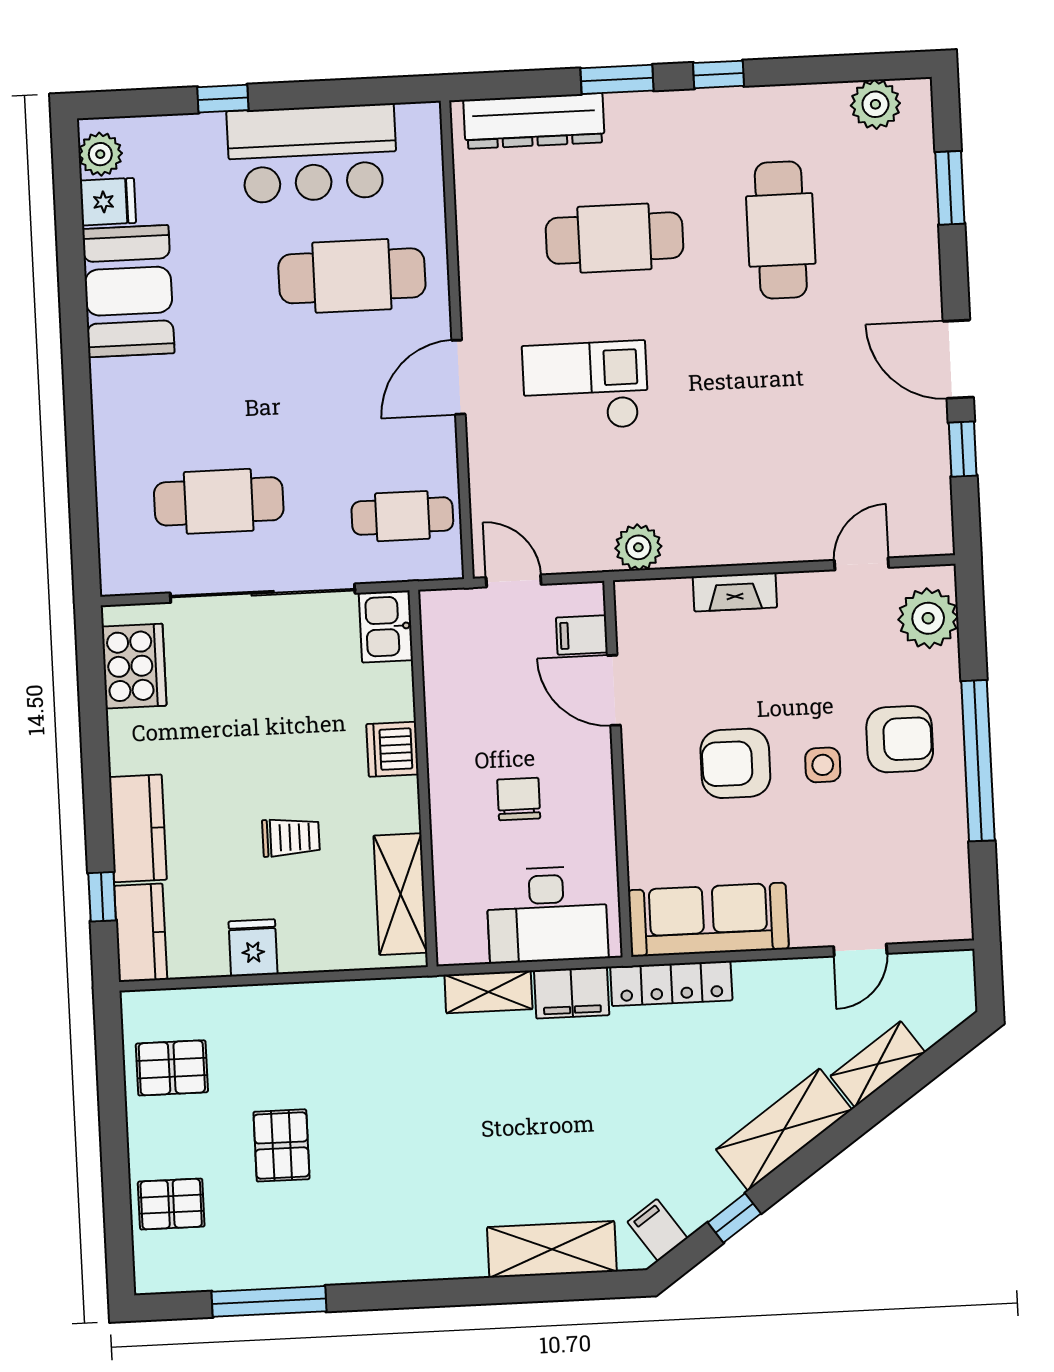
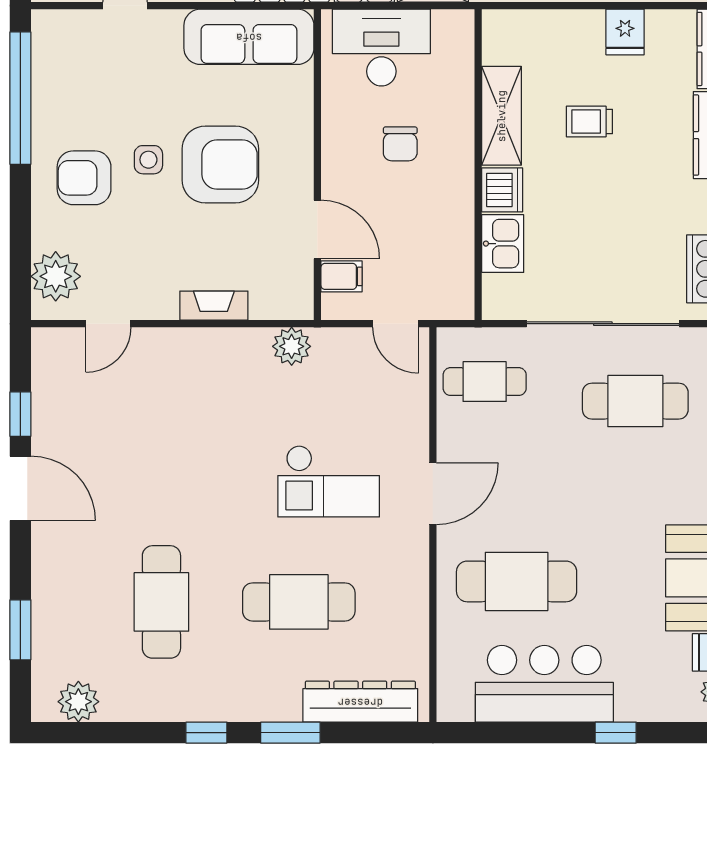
kitchen sink: (386, 626) -> (503, 244), moved
window: (978, 761) -> (20, 98), moved
armchair: (735, 763) -> (220, 164), width x1.36, depth x1.36
shelving: (400, 894) -> (502, 116), moved

